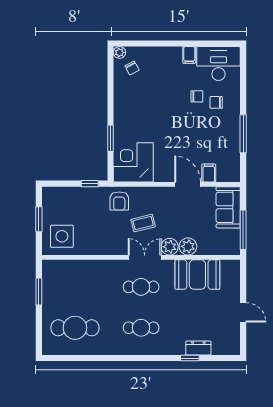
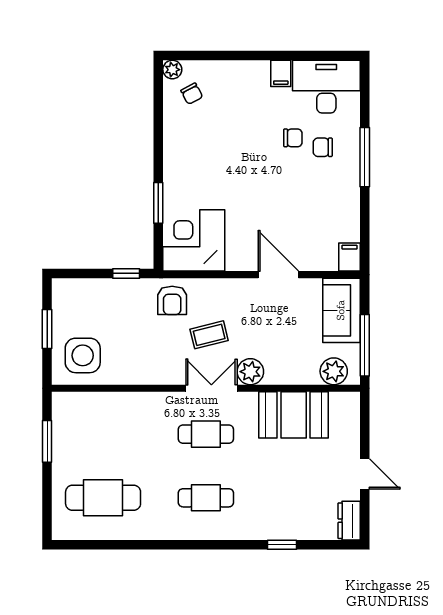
window: (243, 134) -> (365, 157), moved
filing cabinet: (209, 173) -> (349, 257), moved
plant: (188, 246) -> (334, 371), moved
dresser: (198, 348) -> (349, 521), moved, turned -90

